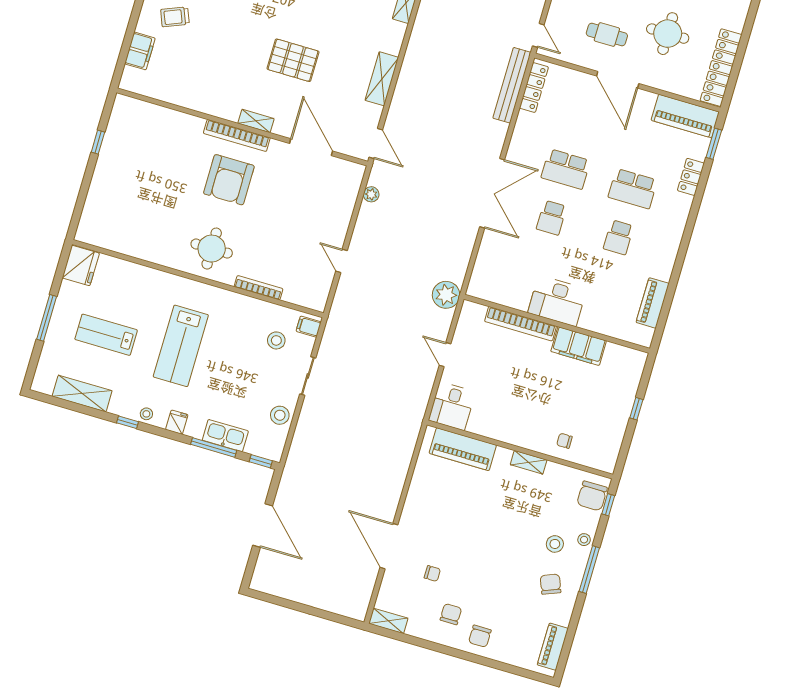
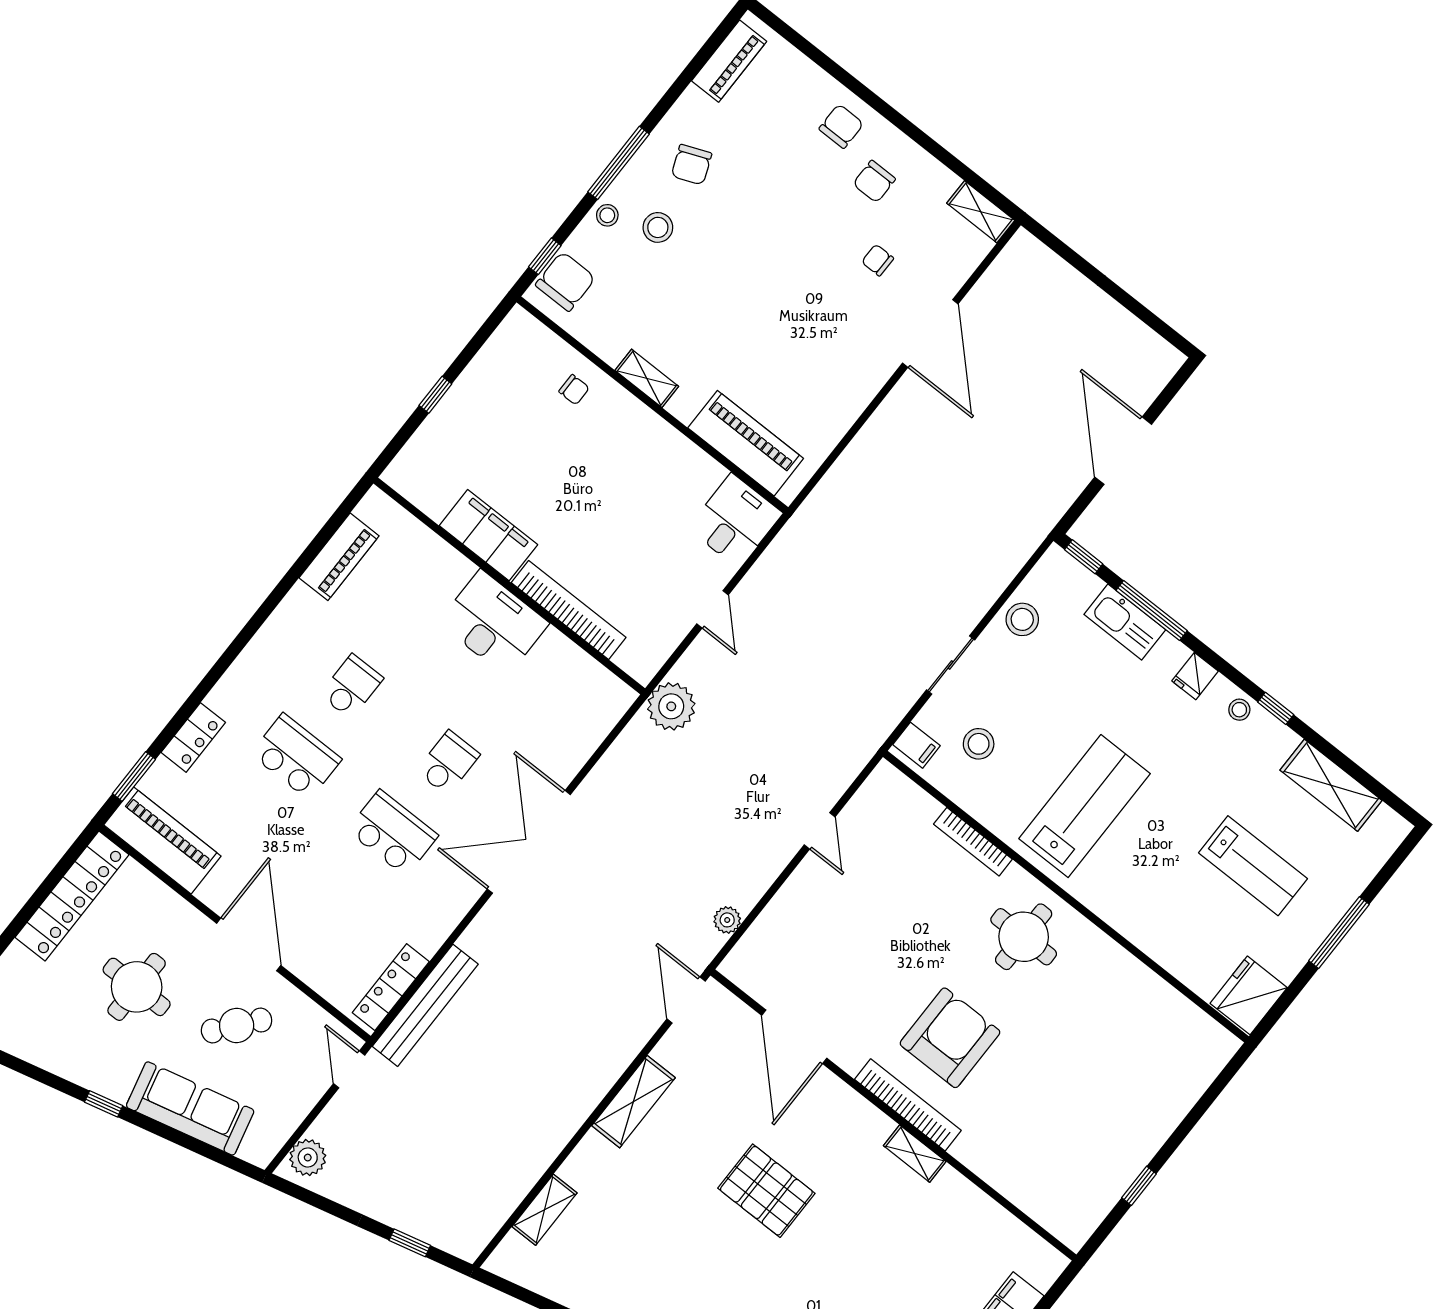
cafe table: (607, 35) -> (237, 1026), turned -51
shelving: (256, 121) -> (915, 1154), moved
lab bench: (181, 346) -> (1084, 806), moved

